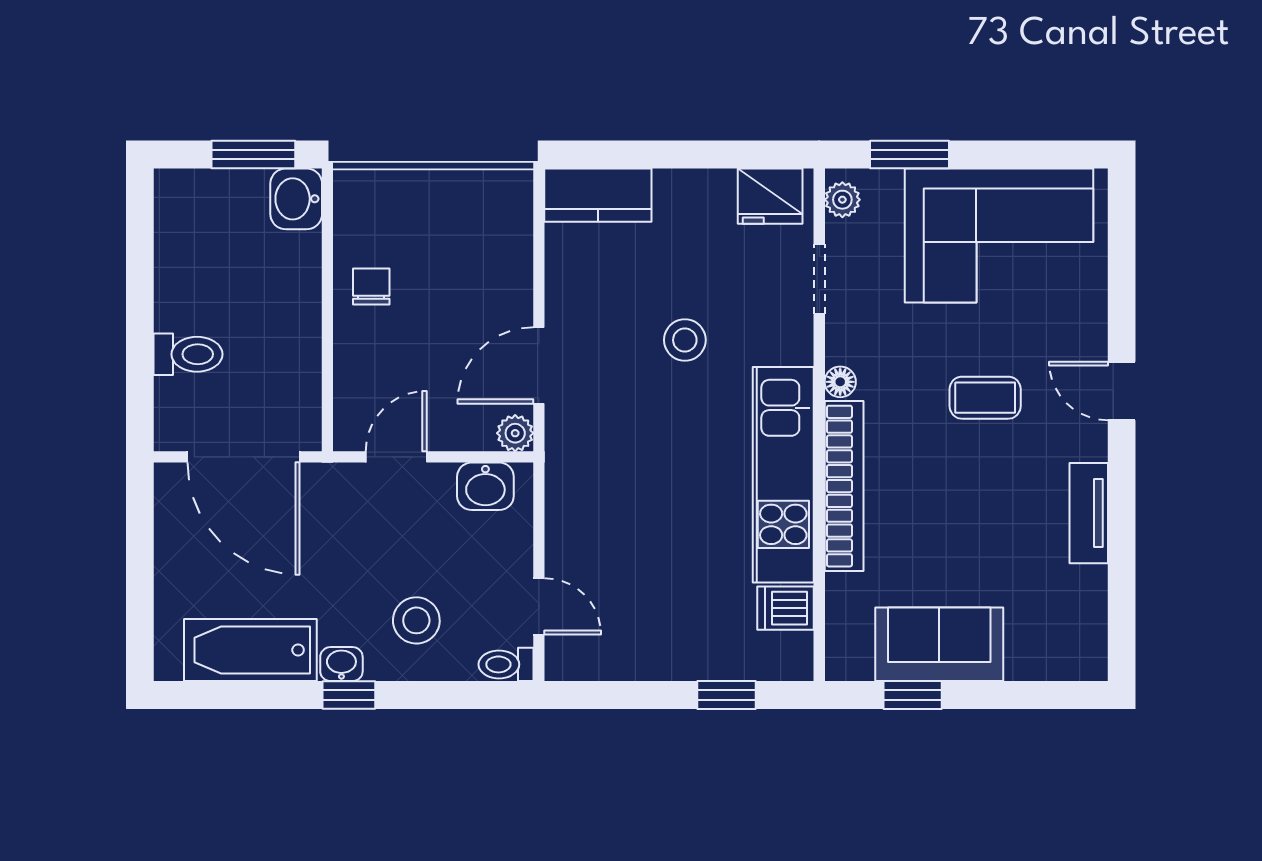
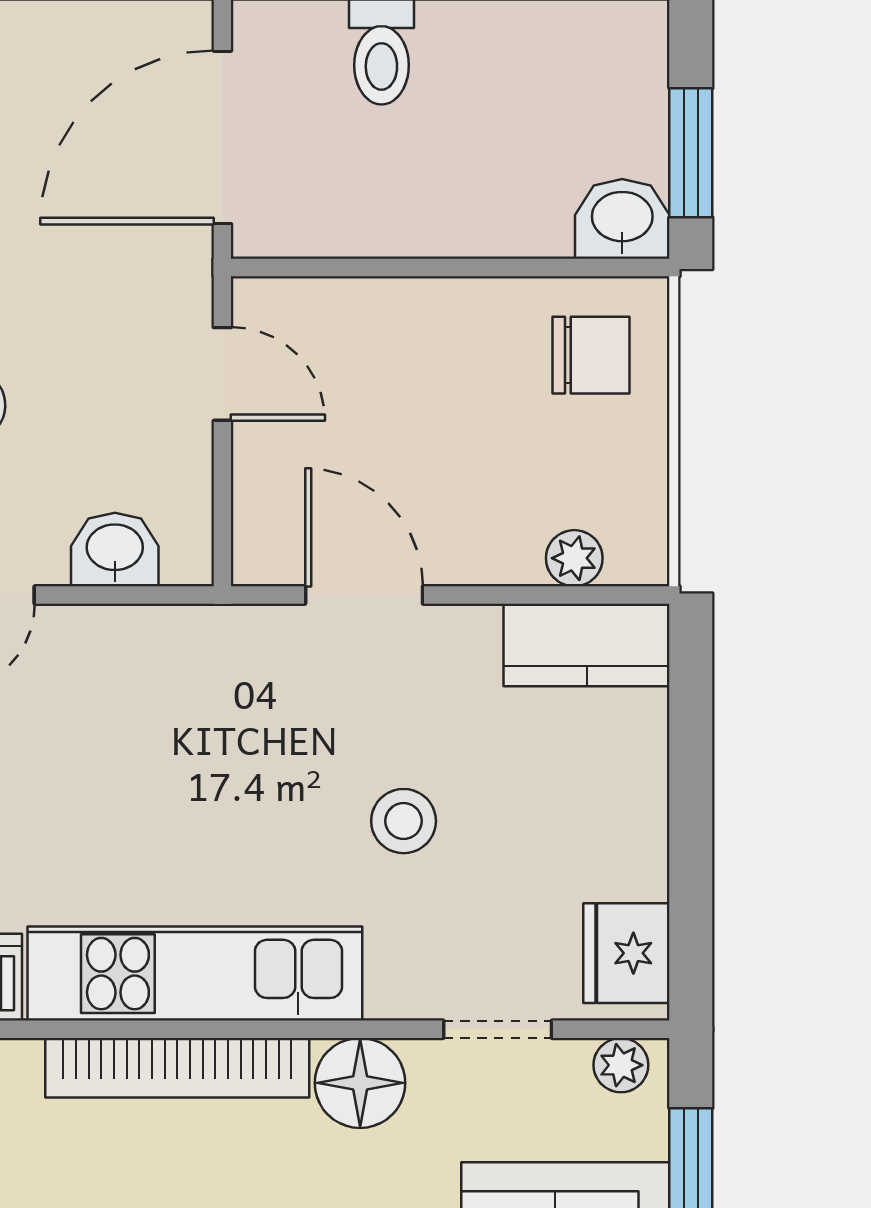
kitchen counter: (598, 195) -> (587, 645), moved, turned -90
chair: (371, 286) -> (591, 355), moved, width x1.37, depth x1.37
floor lamp: (840, 382) -> (360, 1083), width x1.89, depth x1.89
plant: (515, 433) -> (574, 558), moved
washbasin: (485, 486) -> (115, 549), moved, turned 90

